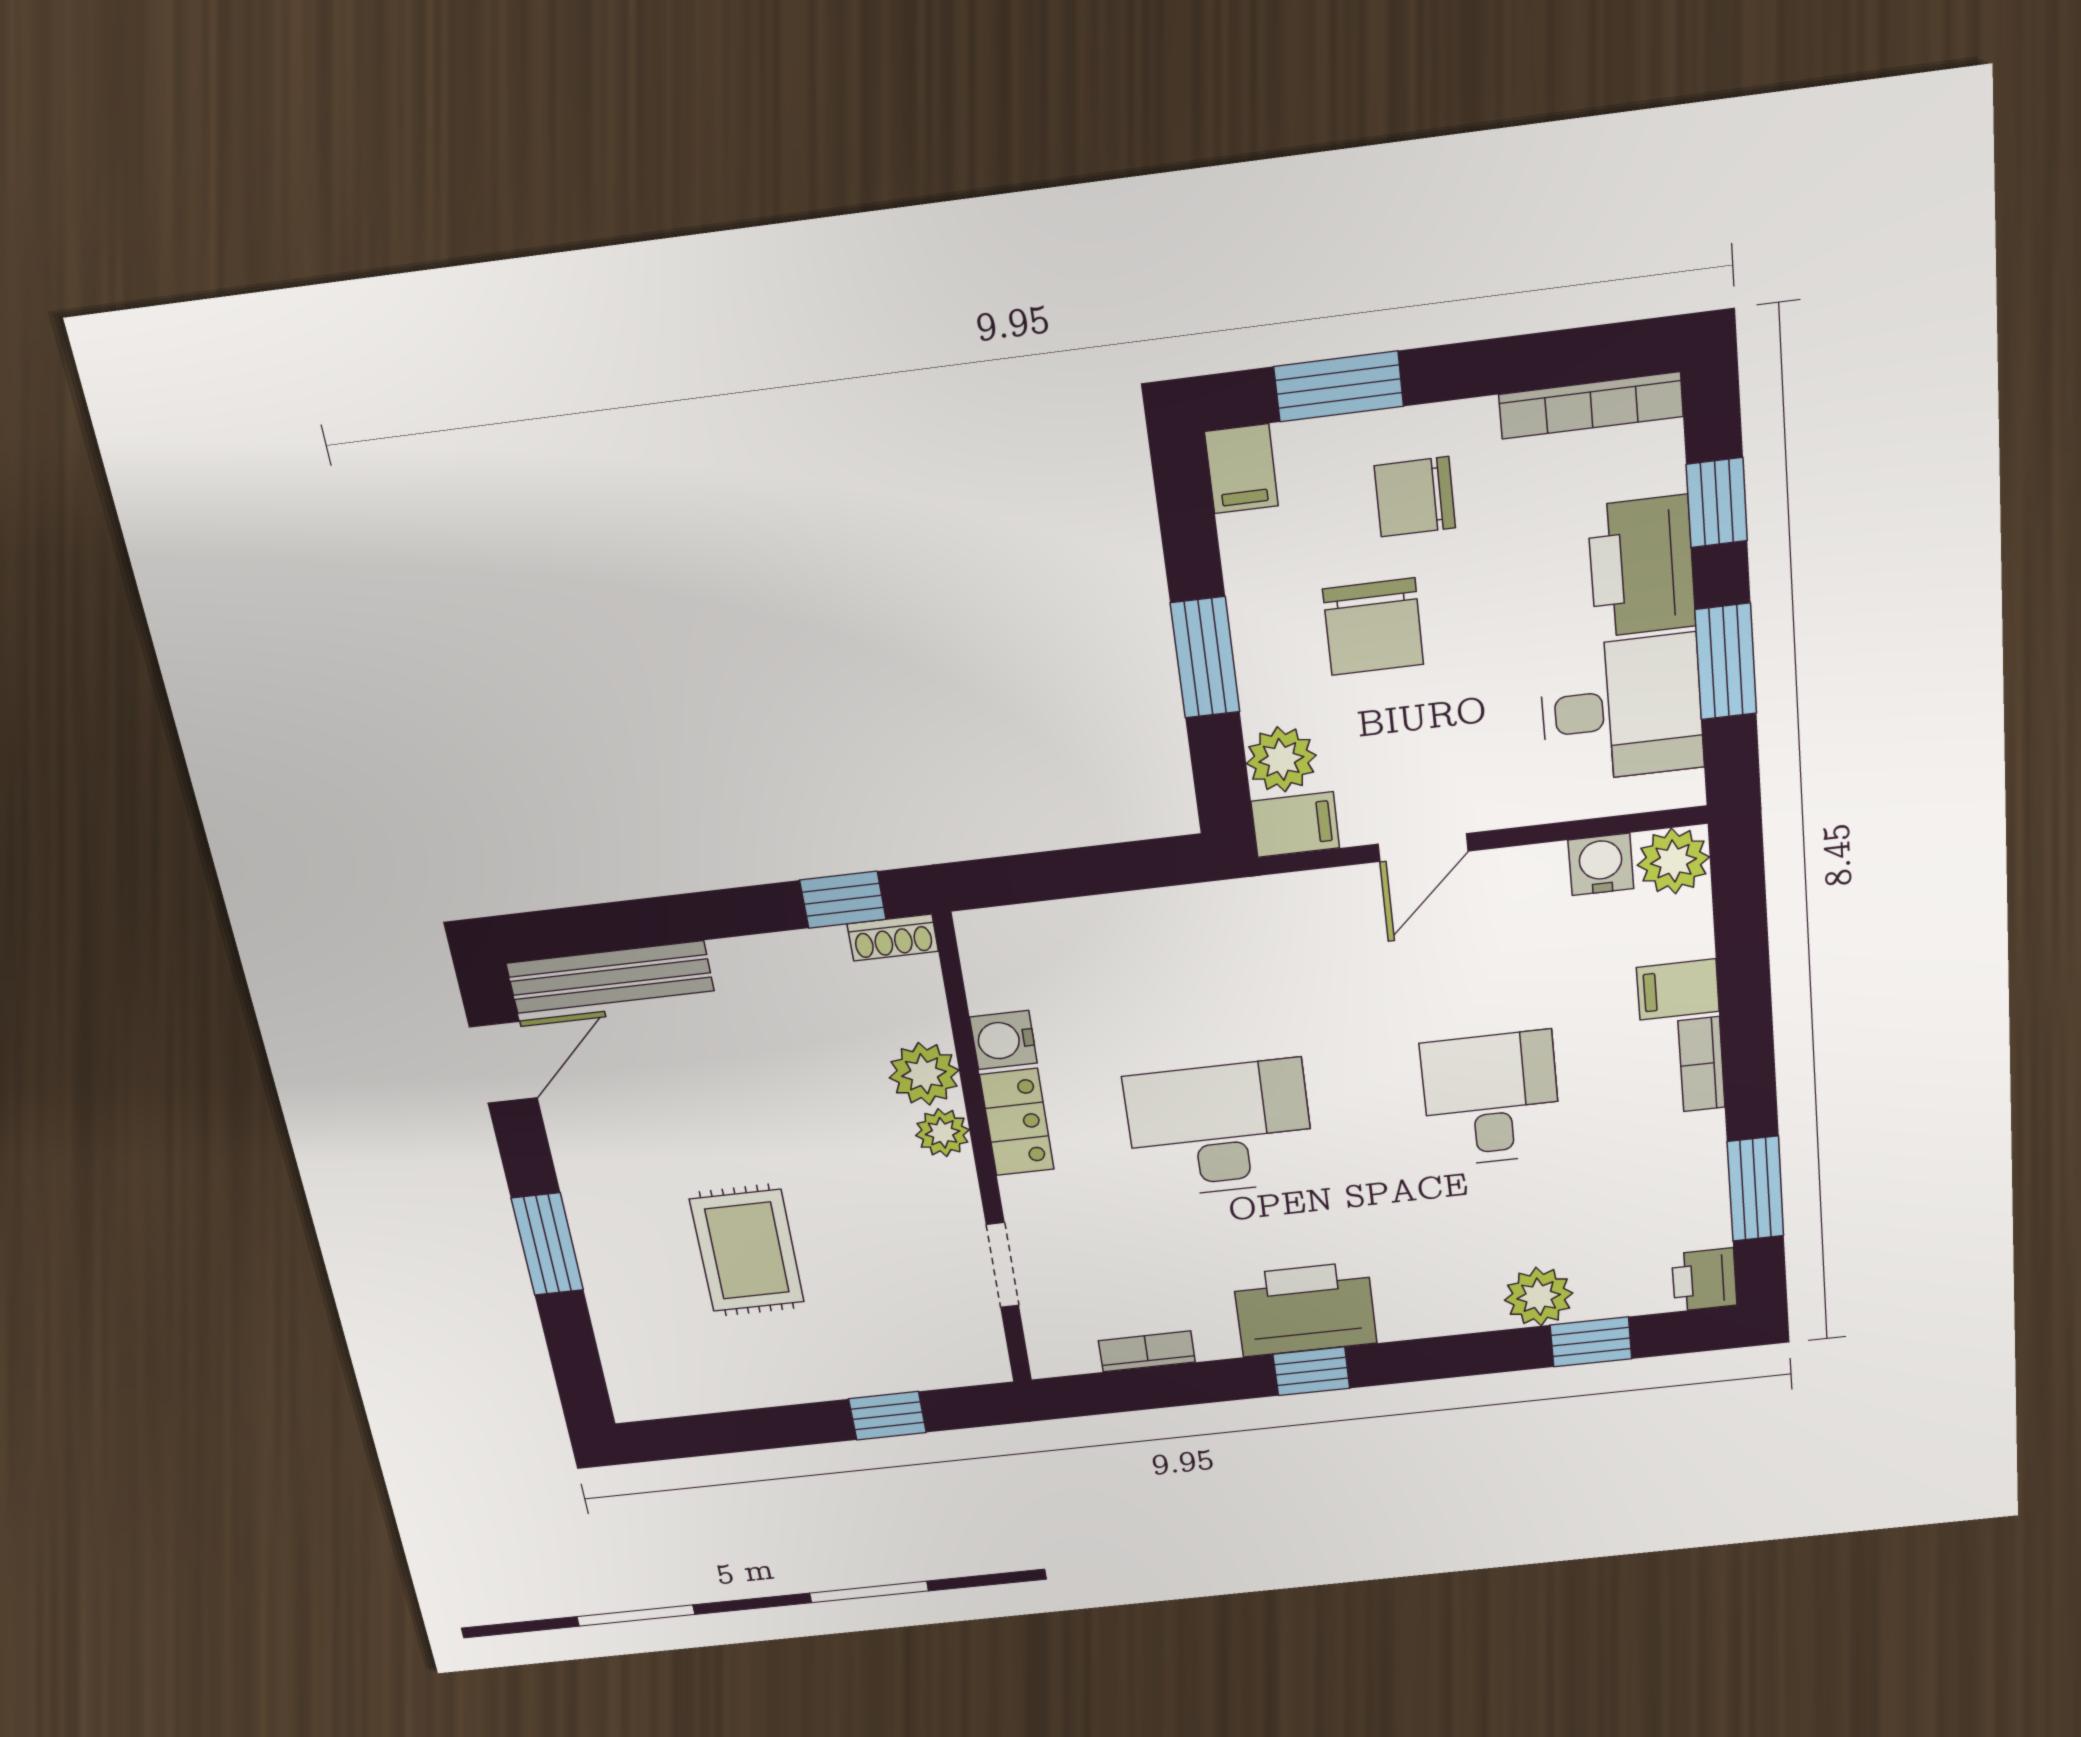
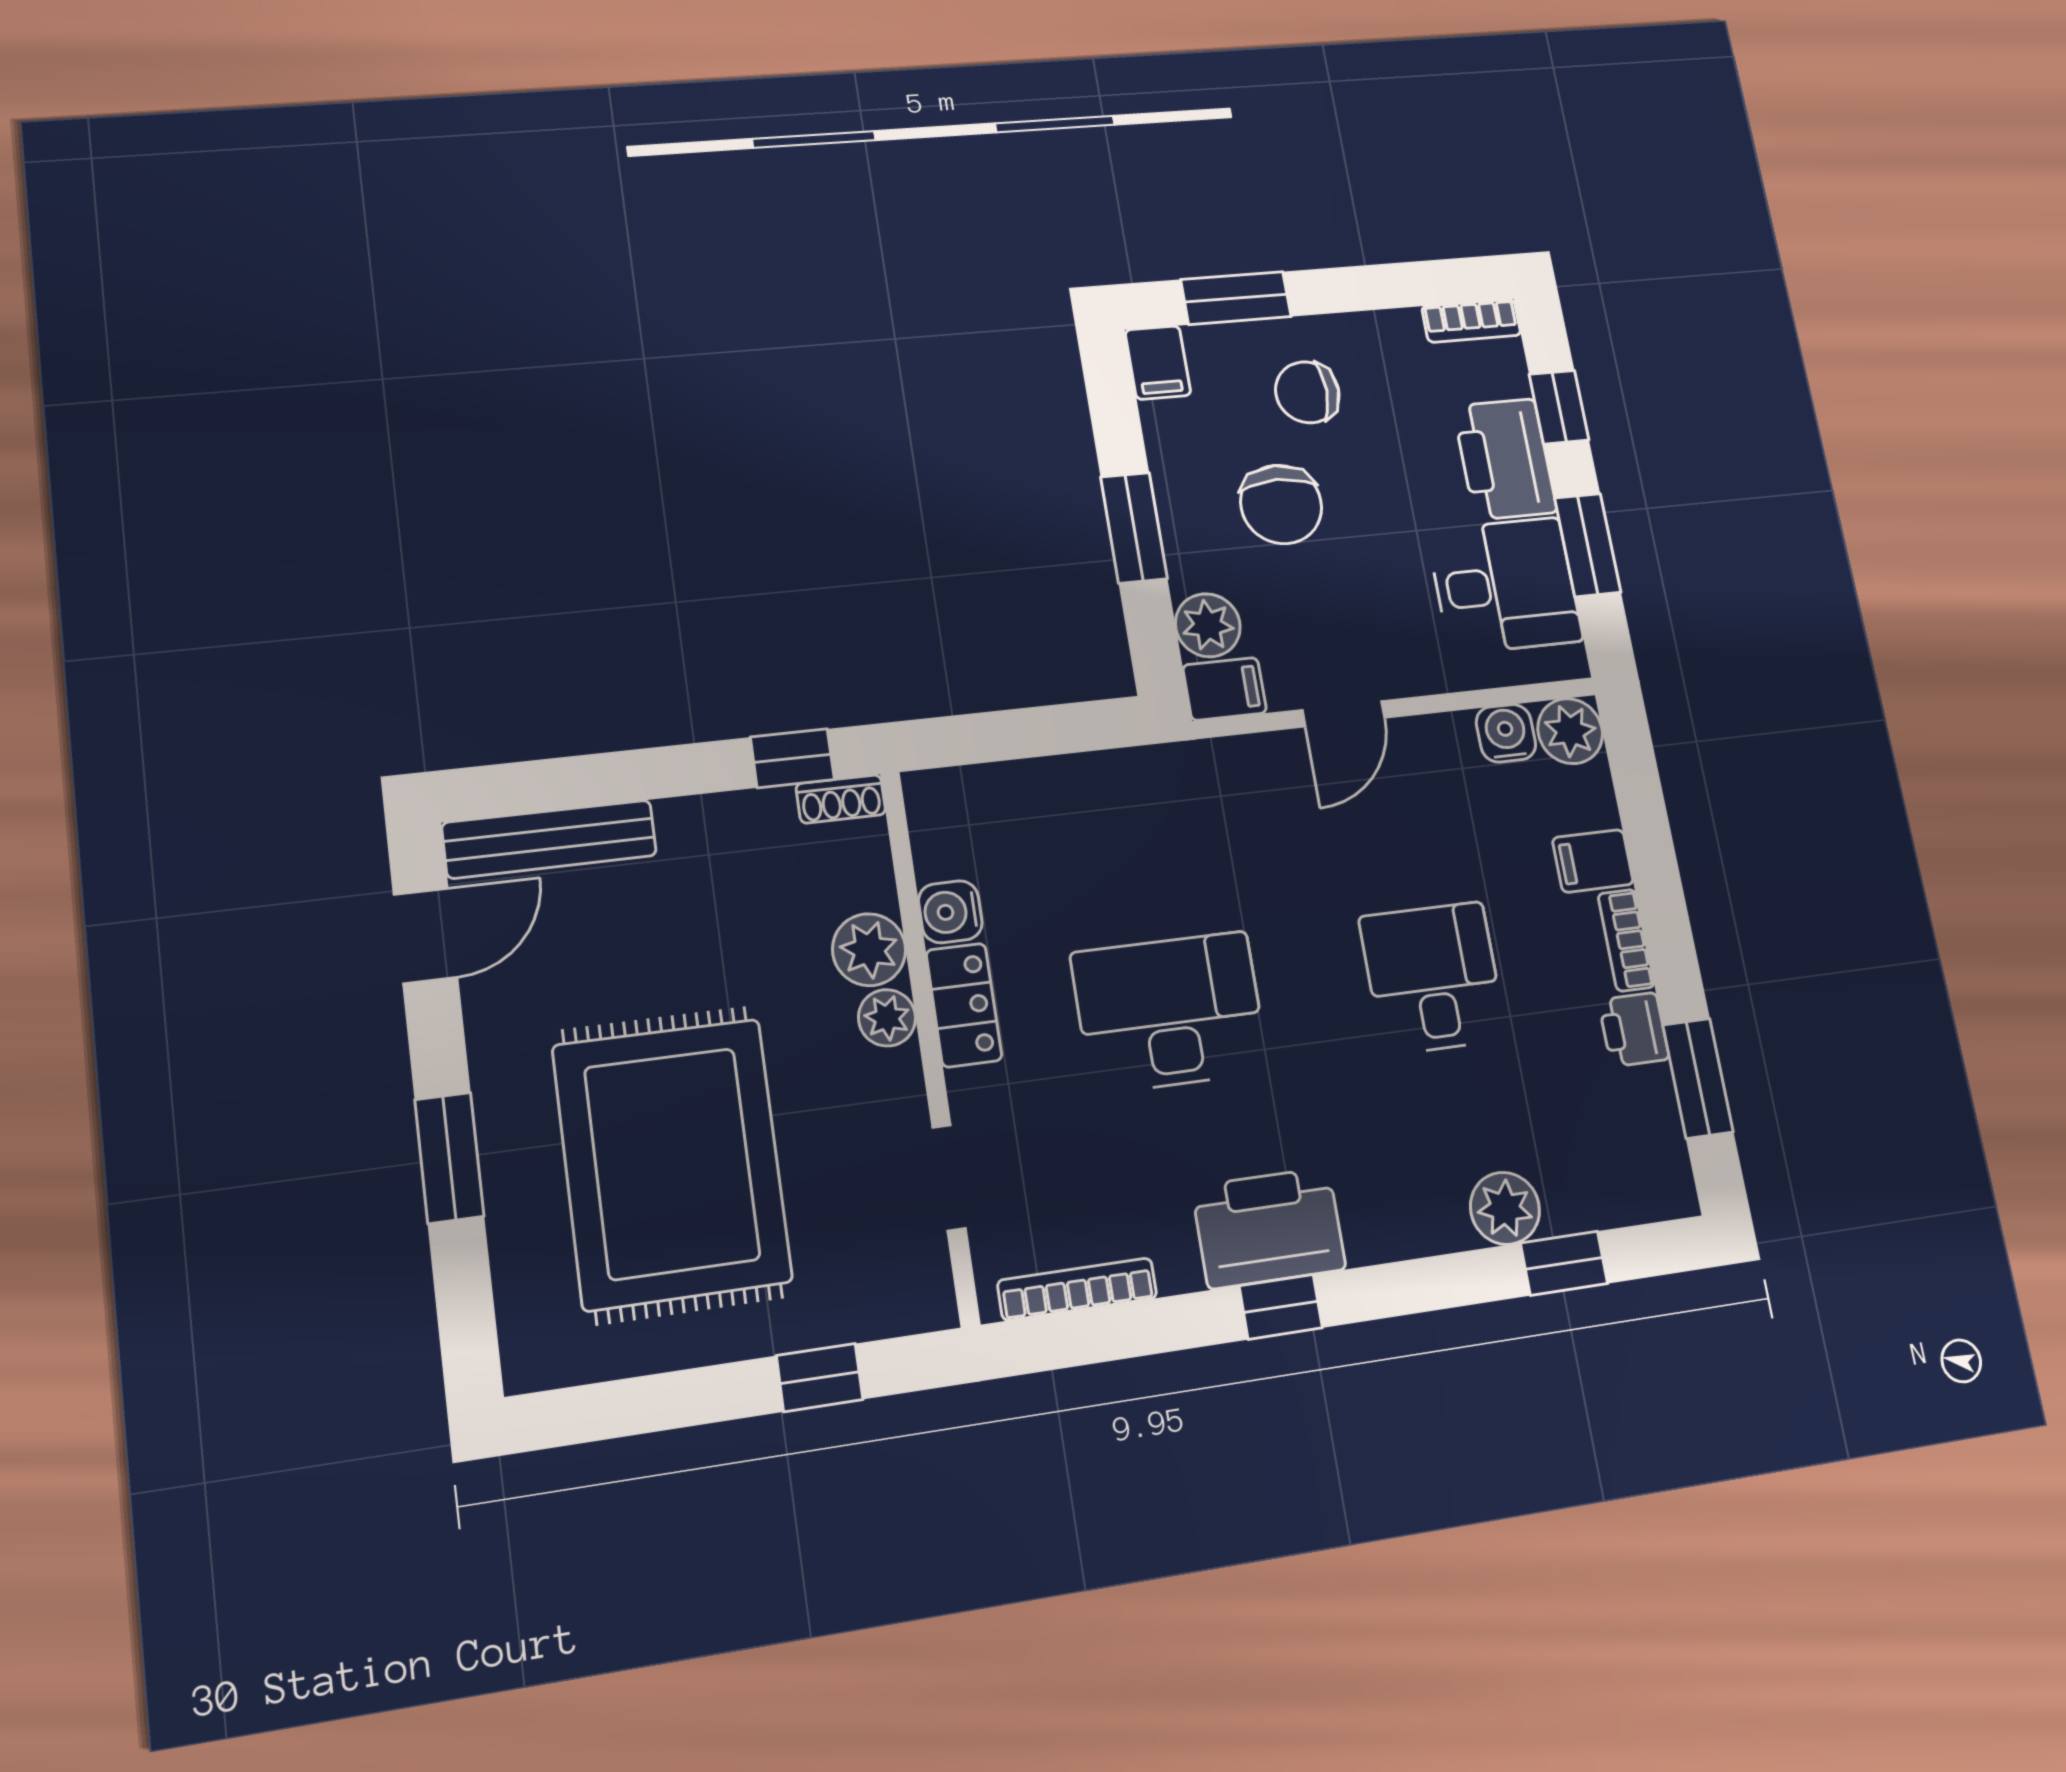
bookcase: (1591, 405) -> (1471, 321), width x0.64
rug: (747, 1251) -> (672, 1163), width x1.86, depth x2.06
printer: (1704, 1280) -> (1634, 1030), moved
bookcase: (1147, 1351) -> (1077, 1289), width x1.56

